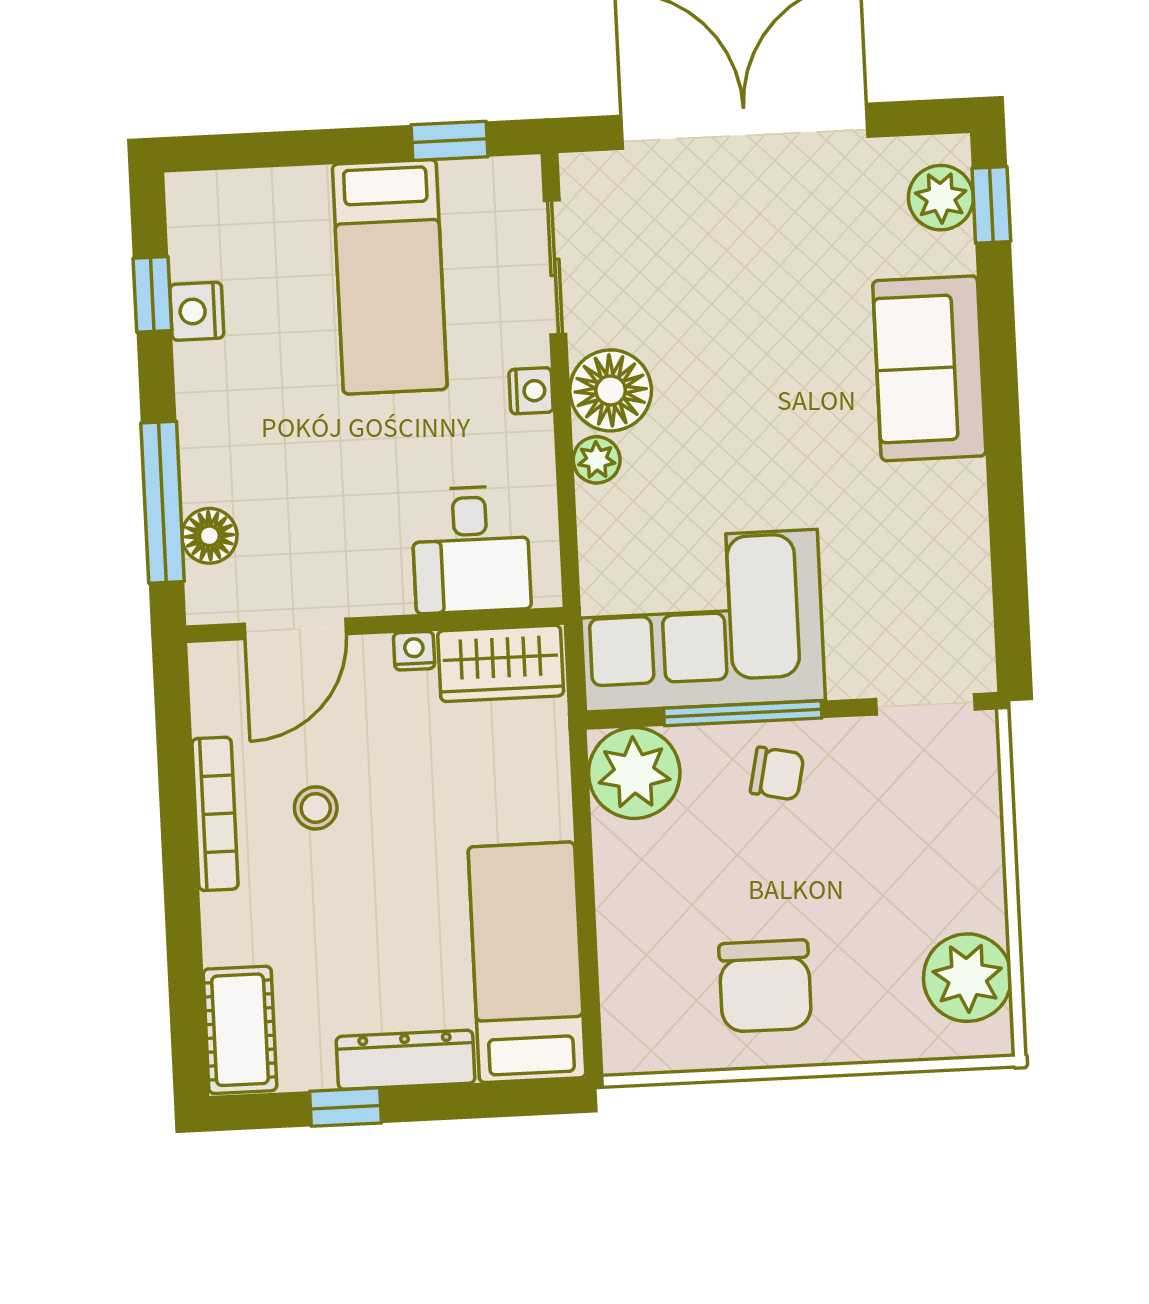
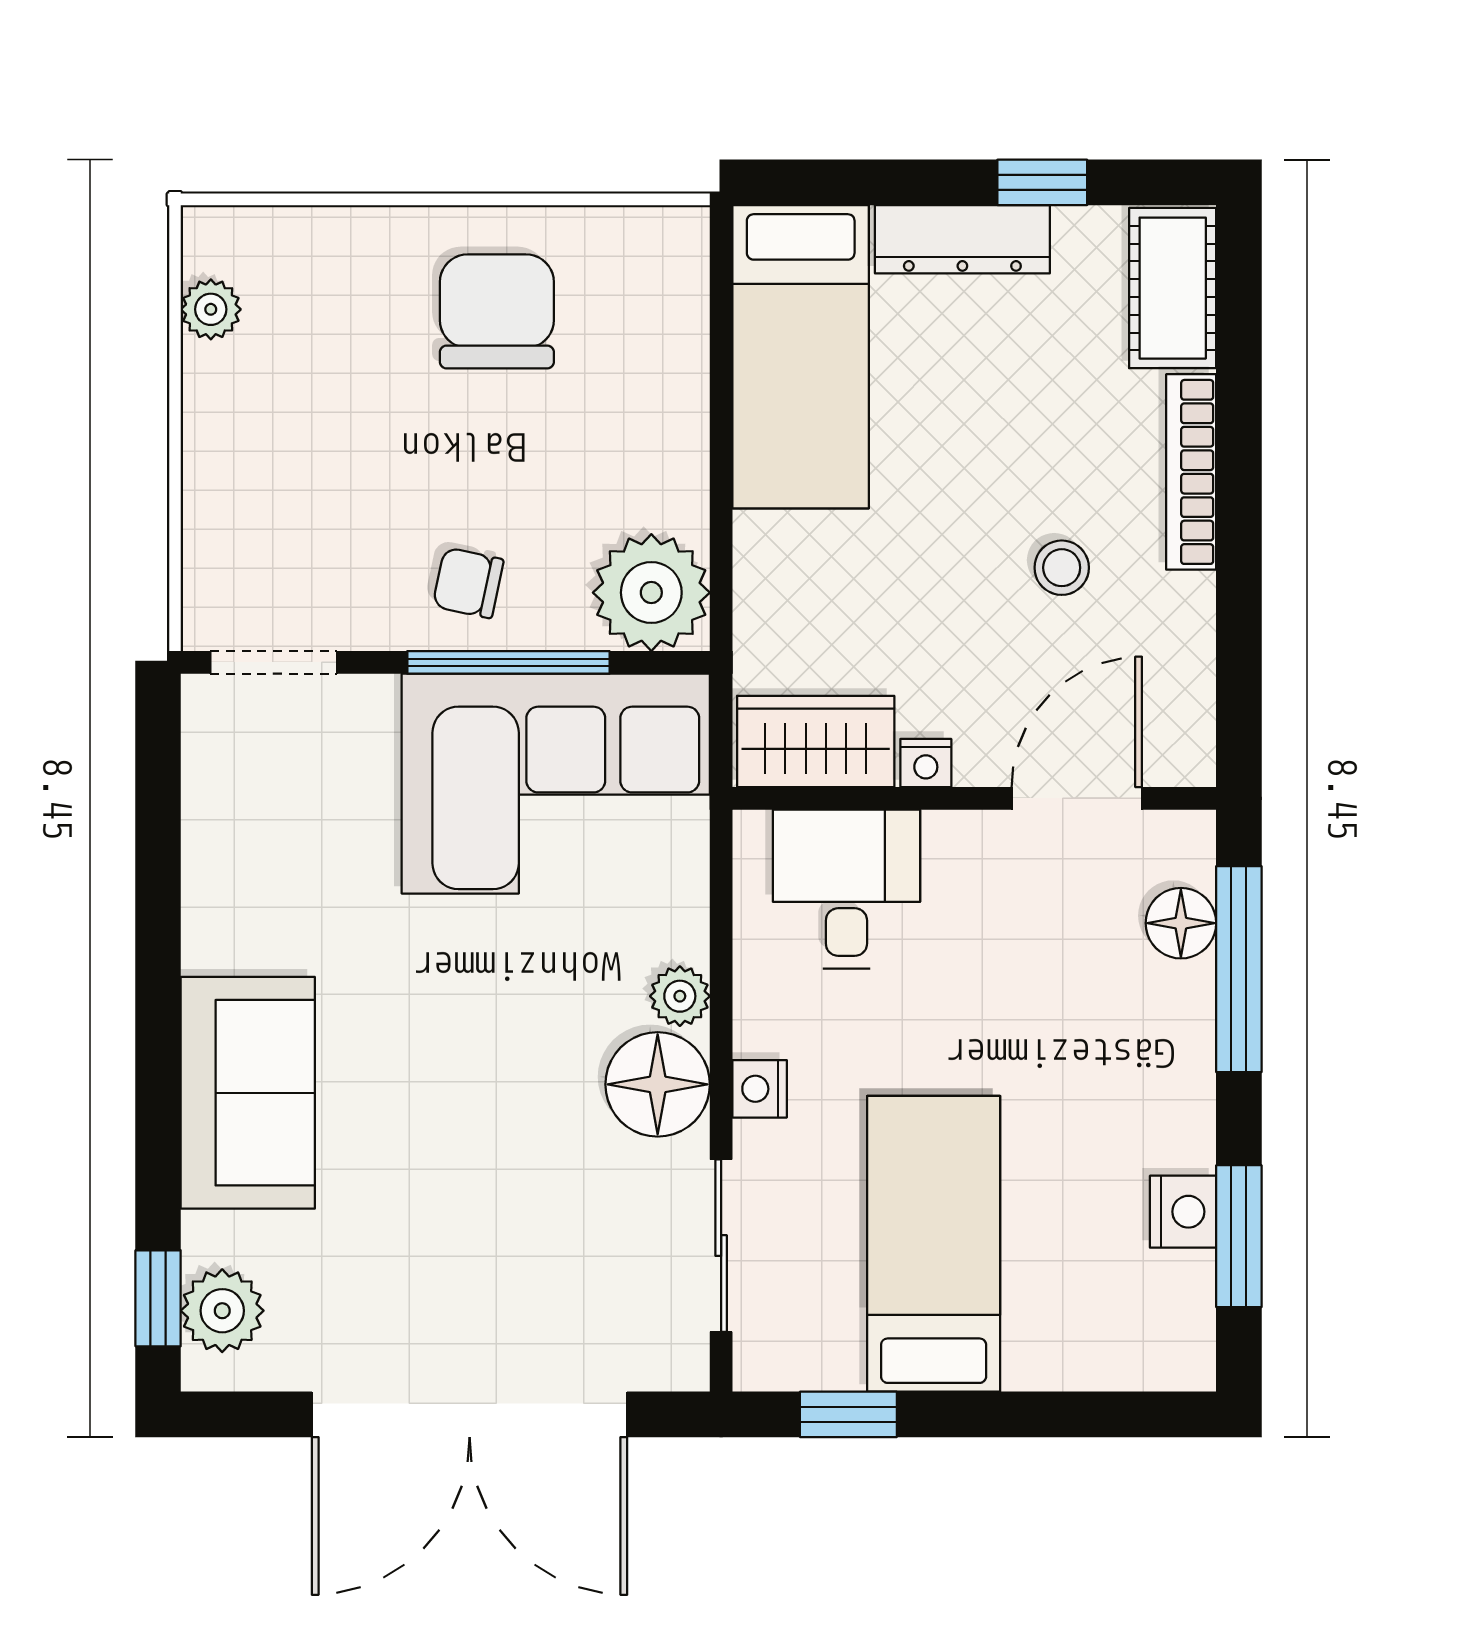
window: (152, 294) -> (1239, 1236), width x1.50
bookcase: (215, 814) -> (1191, 472), moved
plant: (967, 978) -> (211, 309), width x0.53, depth x0.53

